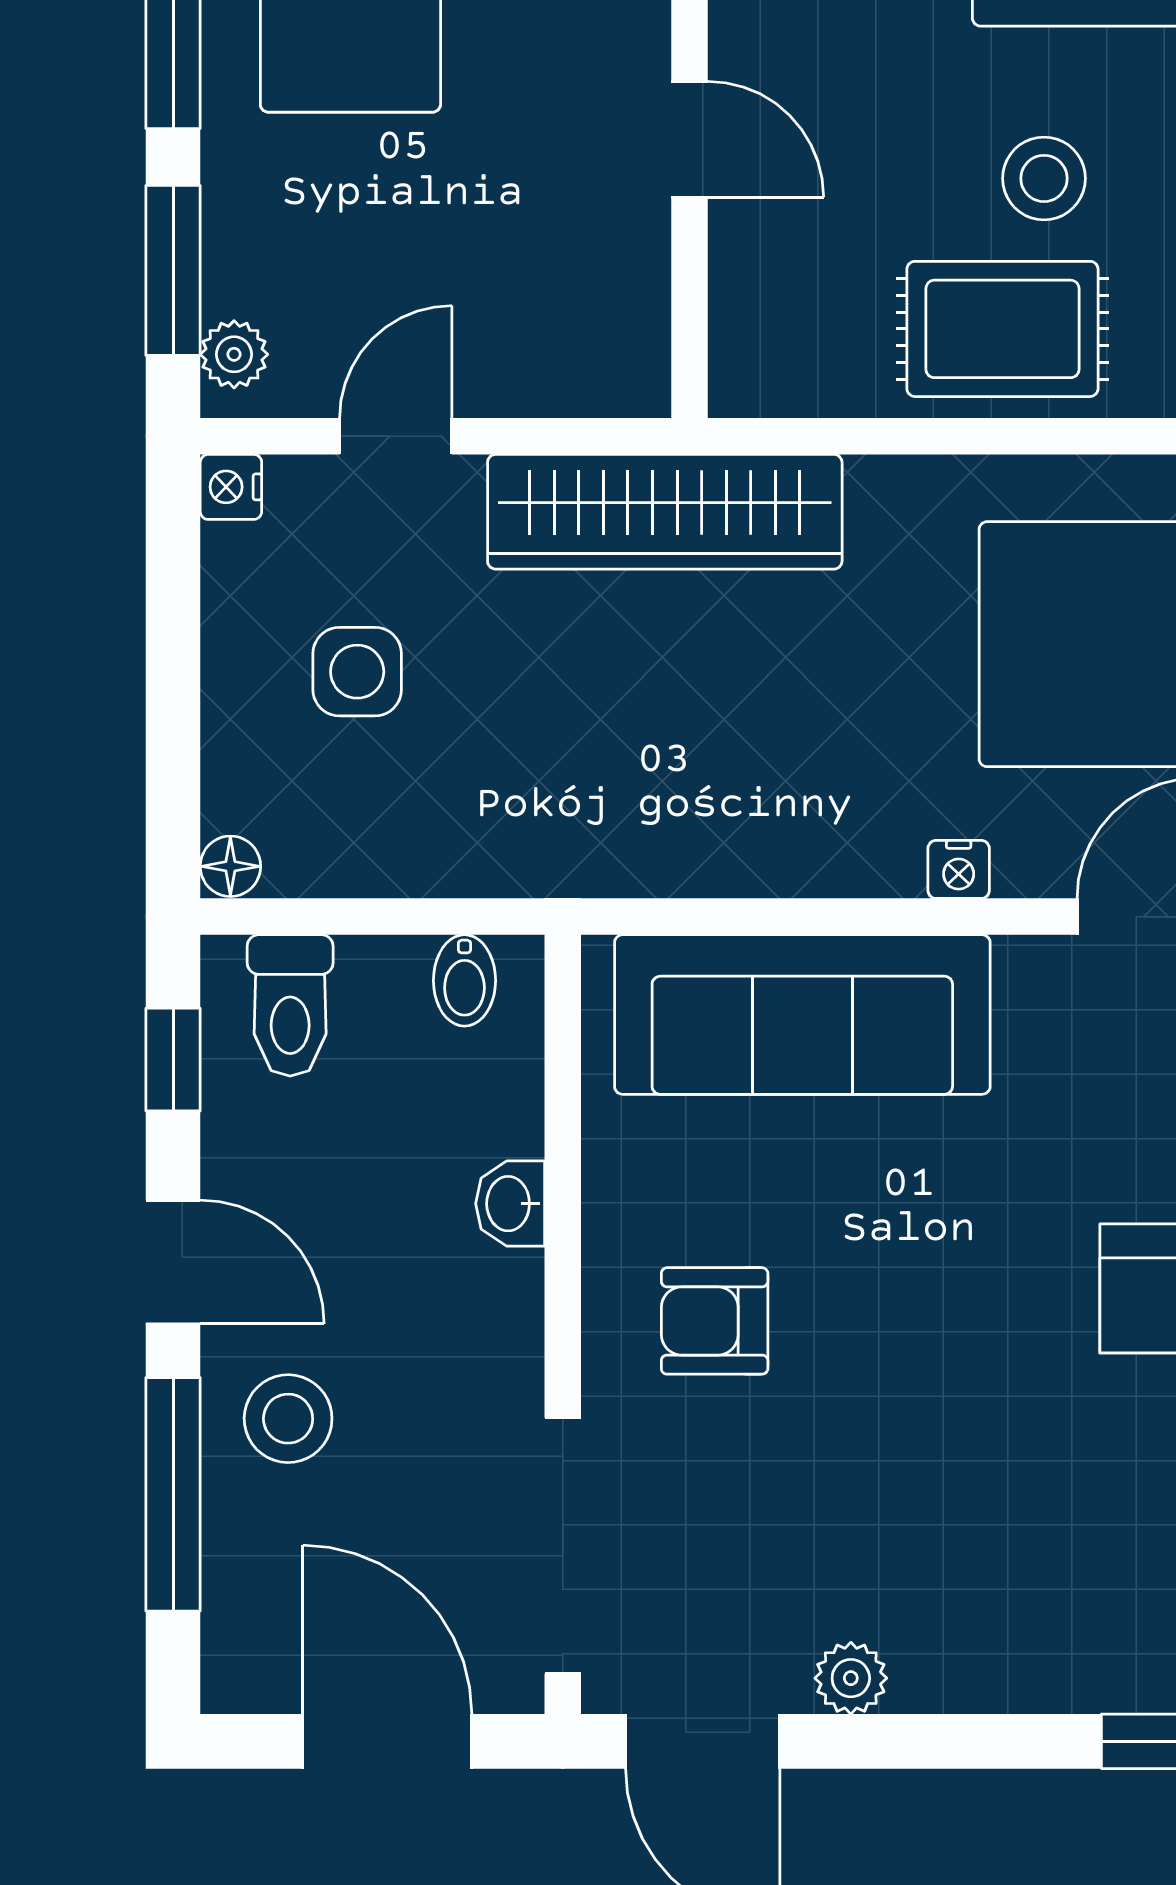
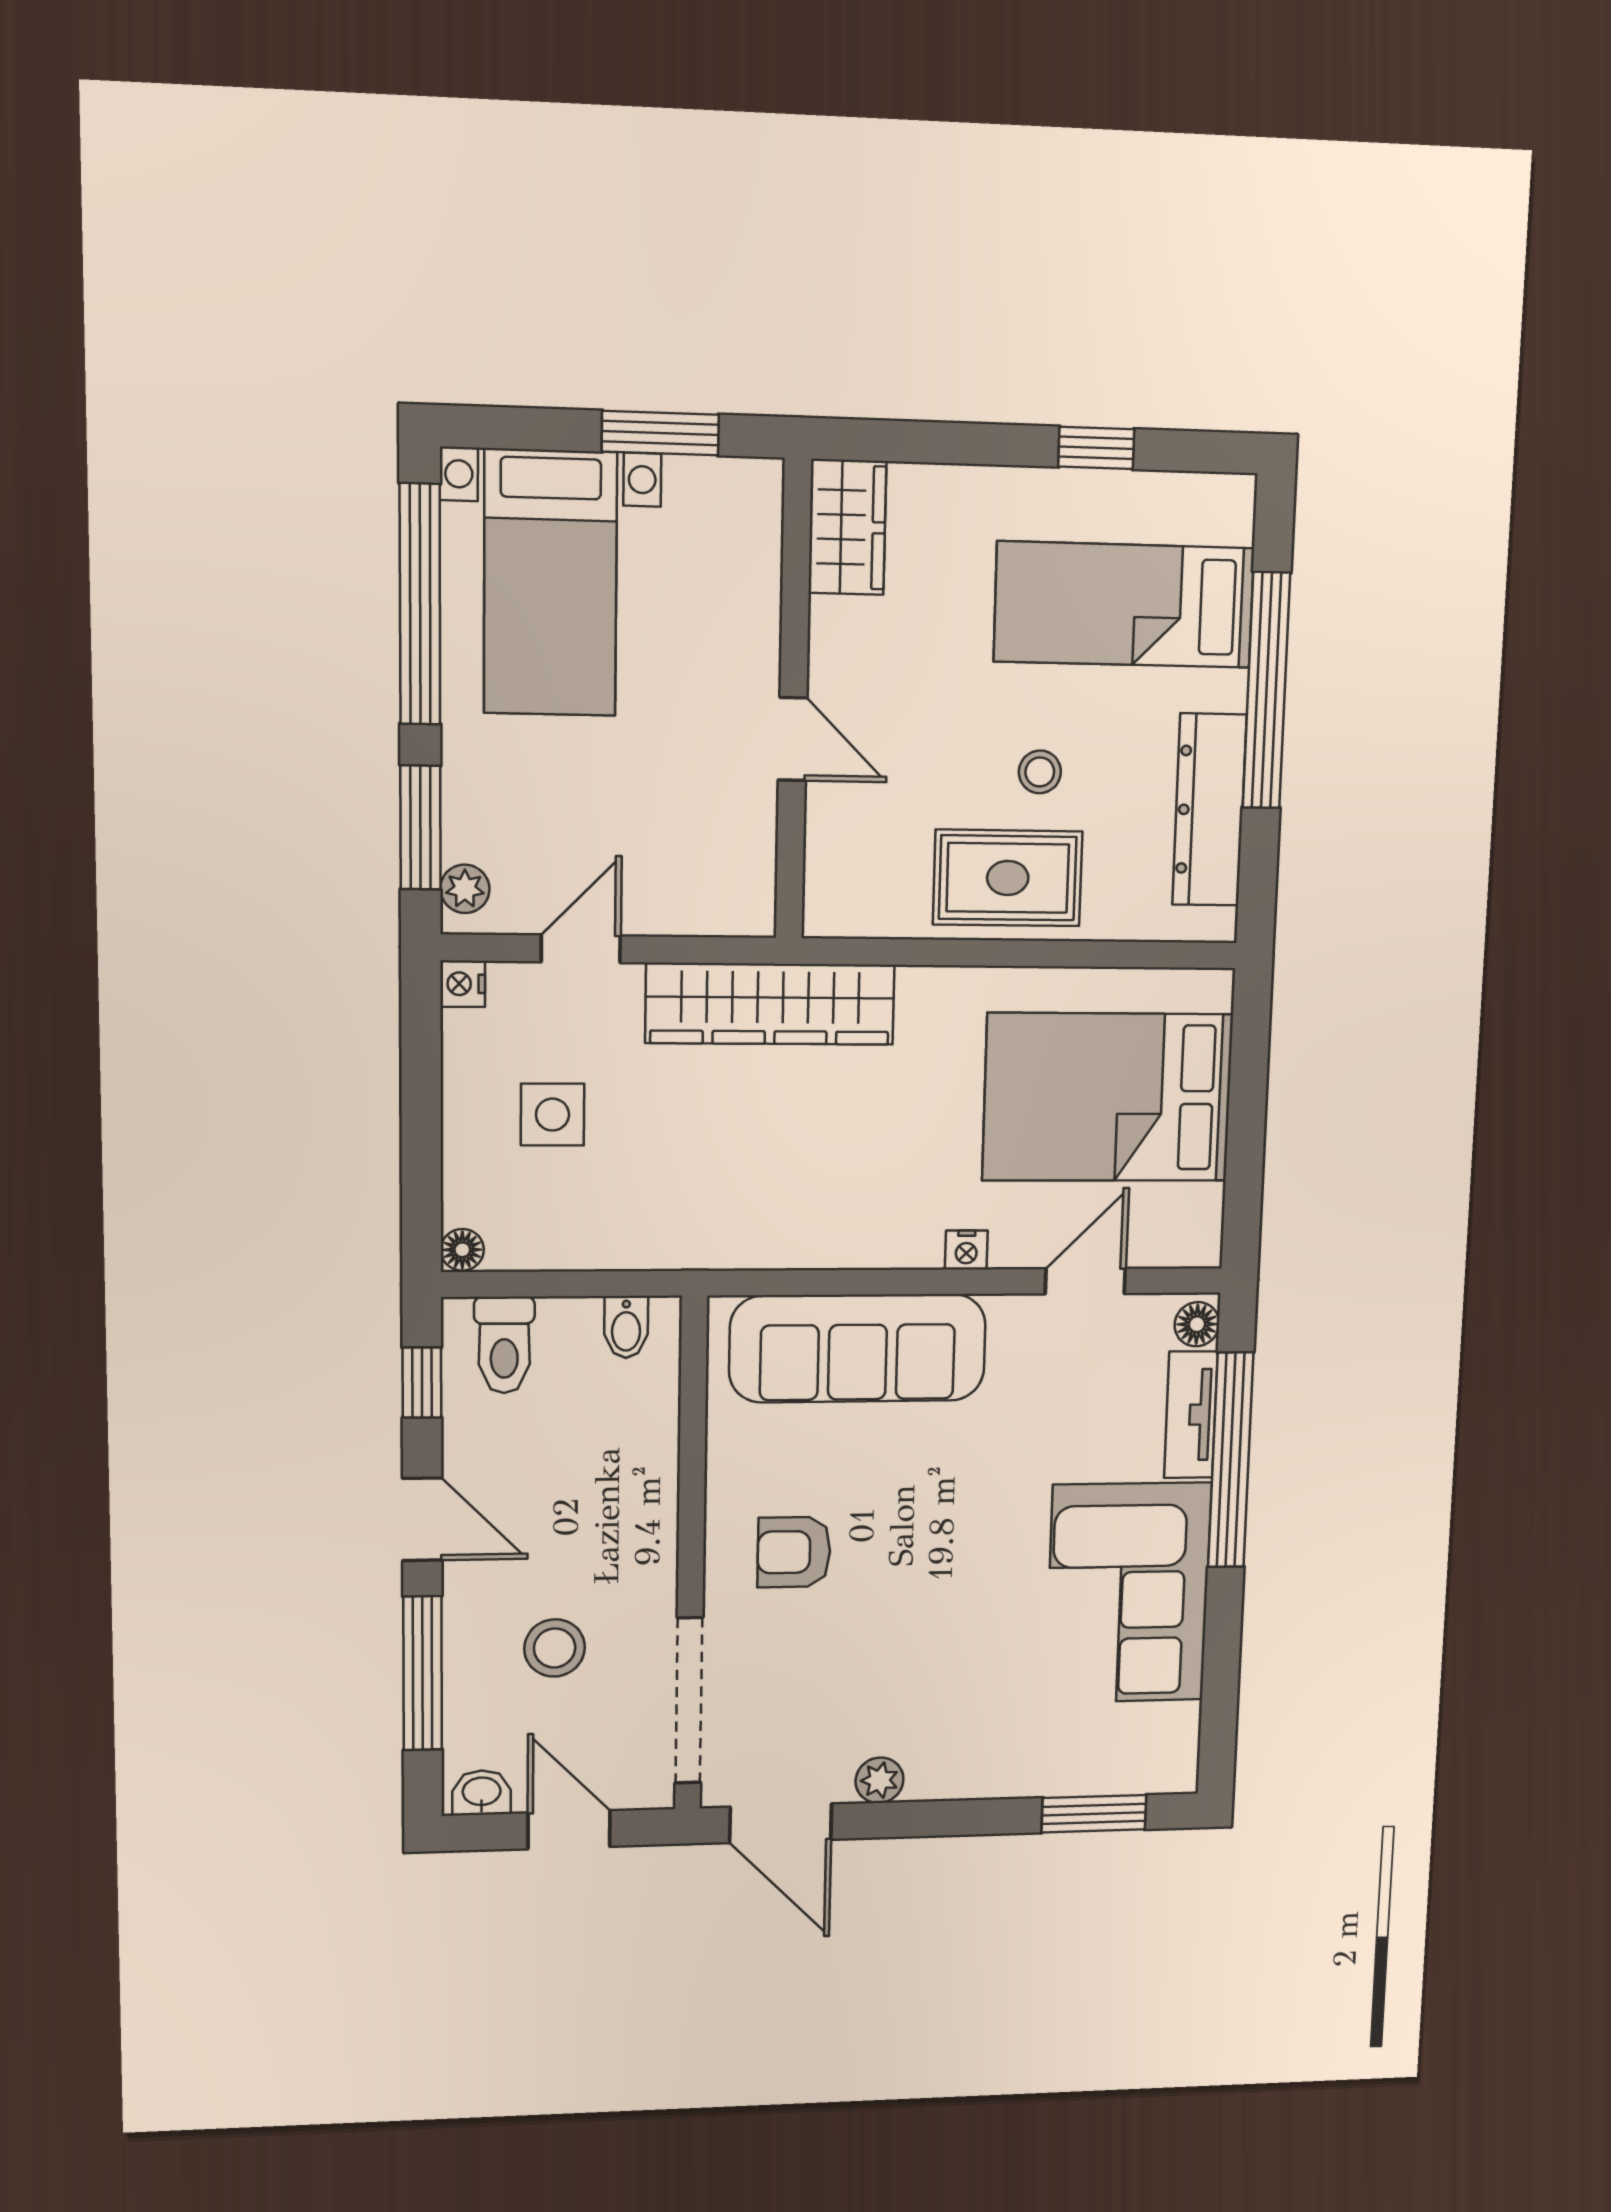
stool: (1044, 178) -> (1040, 772), width x0.73, depth x0.73
washbasin: (510, 1204) -> (482, 1793), moved, turned 90
stool: (288, 1419) -> (555, 1648), moved
door: (387, 1741) -> (569, 1830), width x0.73

